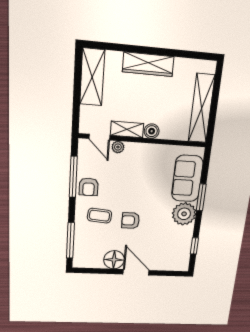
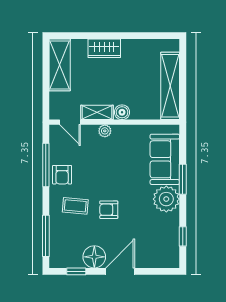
wardrobe: (148, 64) -> (104, 48), width x0.67
plant: (118, 147) -> (105, 131), moved
window: (97, 271) -> (76, 271), added
door: (136, 272) -> (120, 271), hinge flipped

